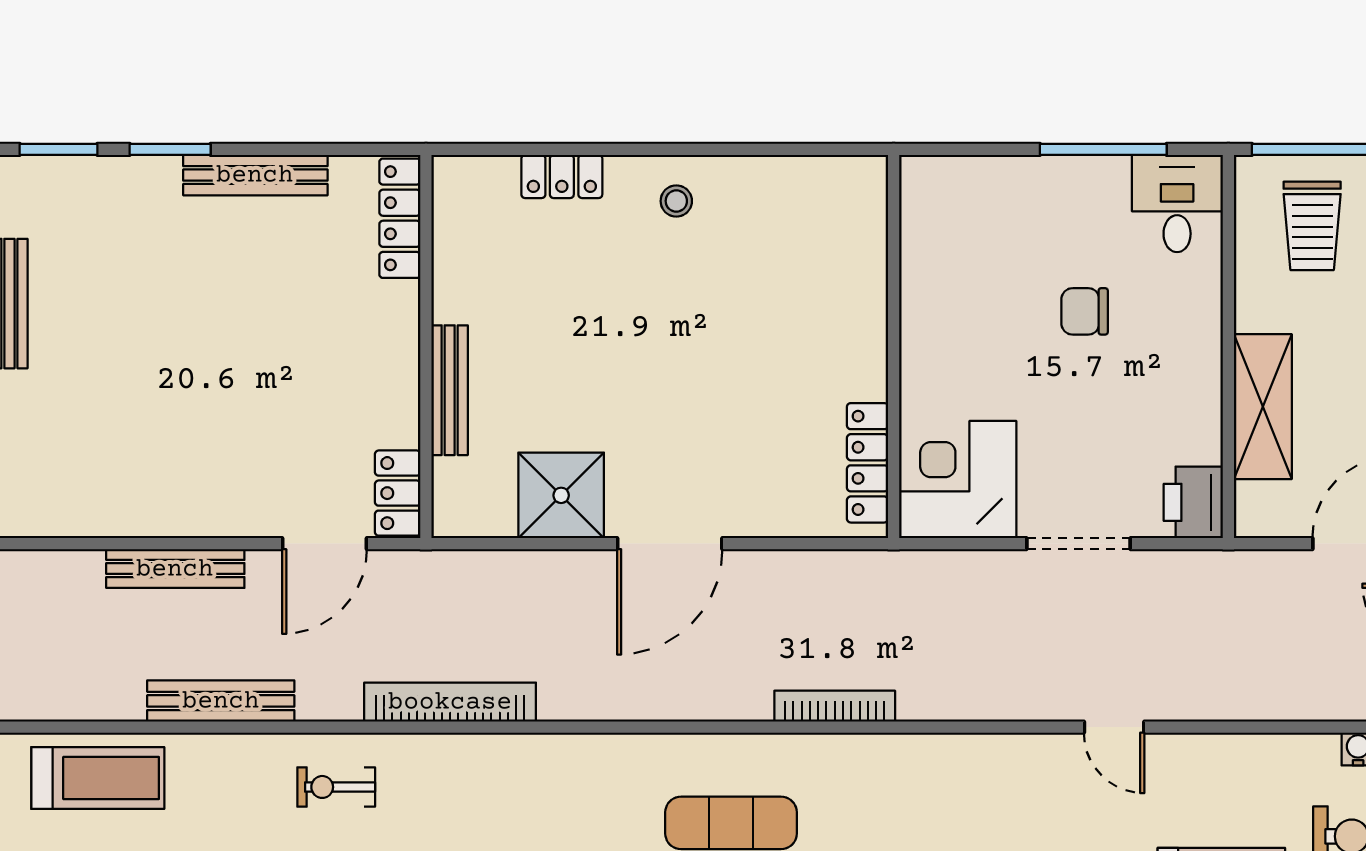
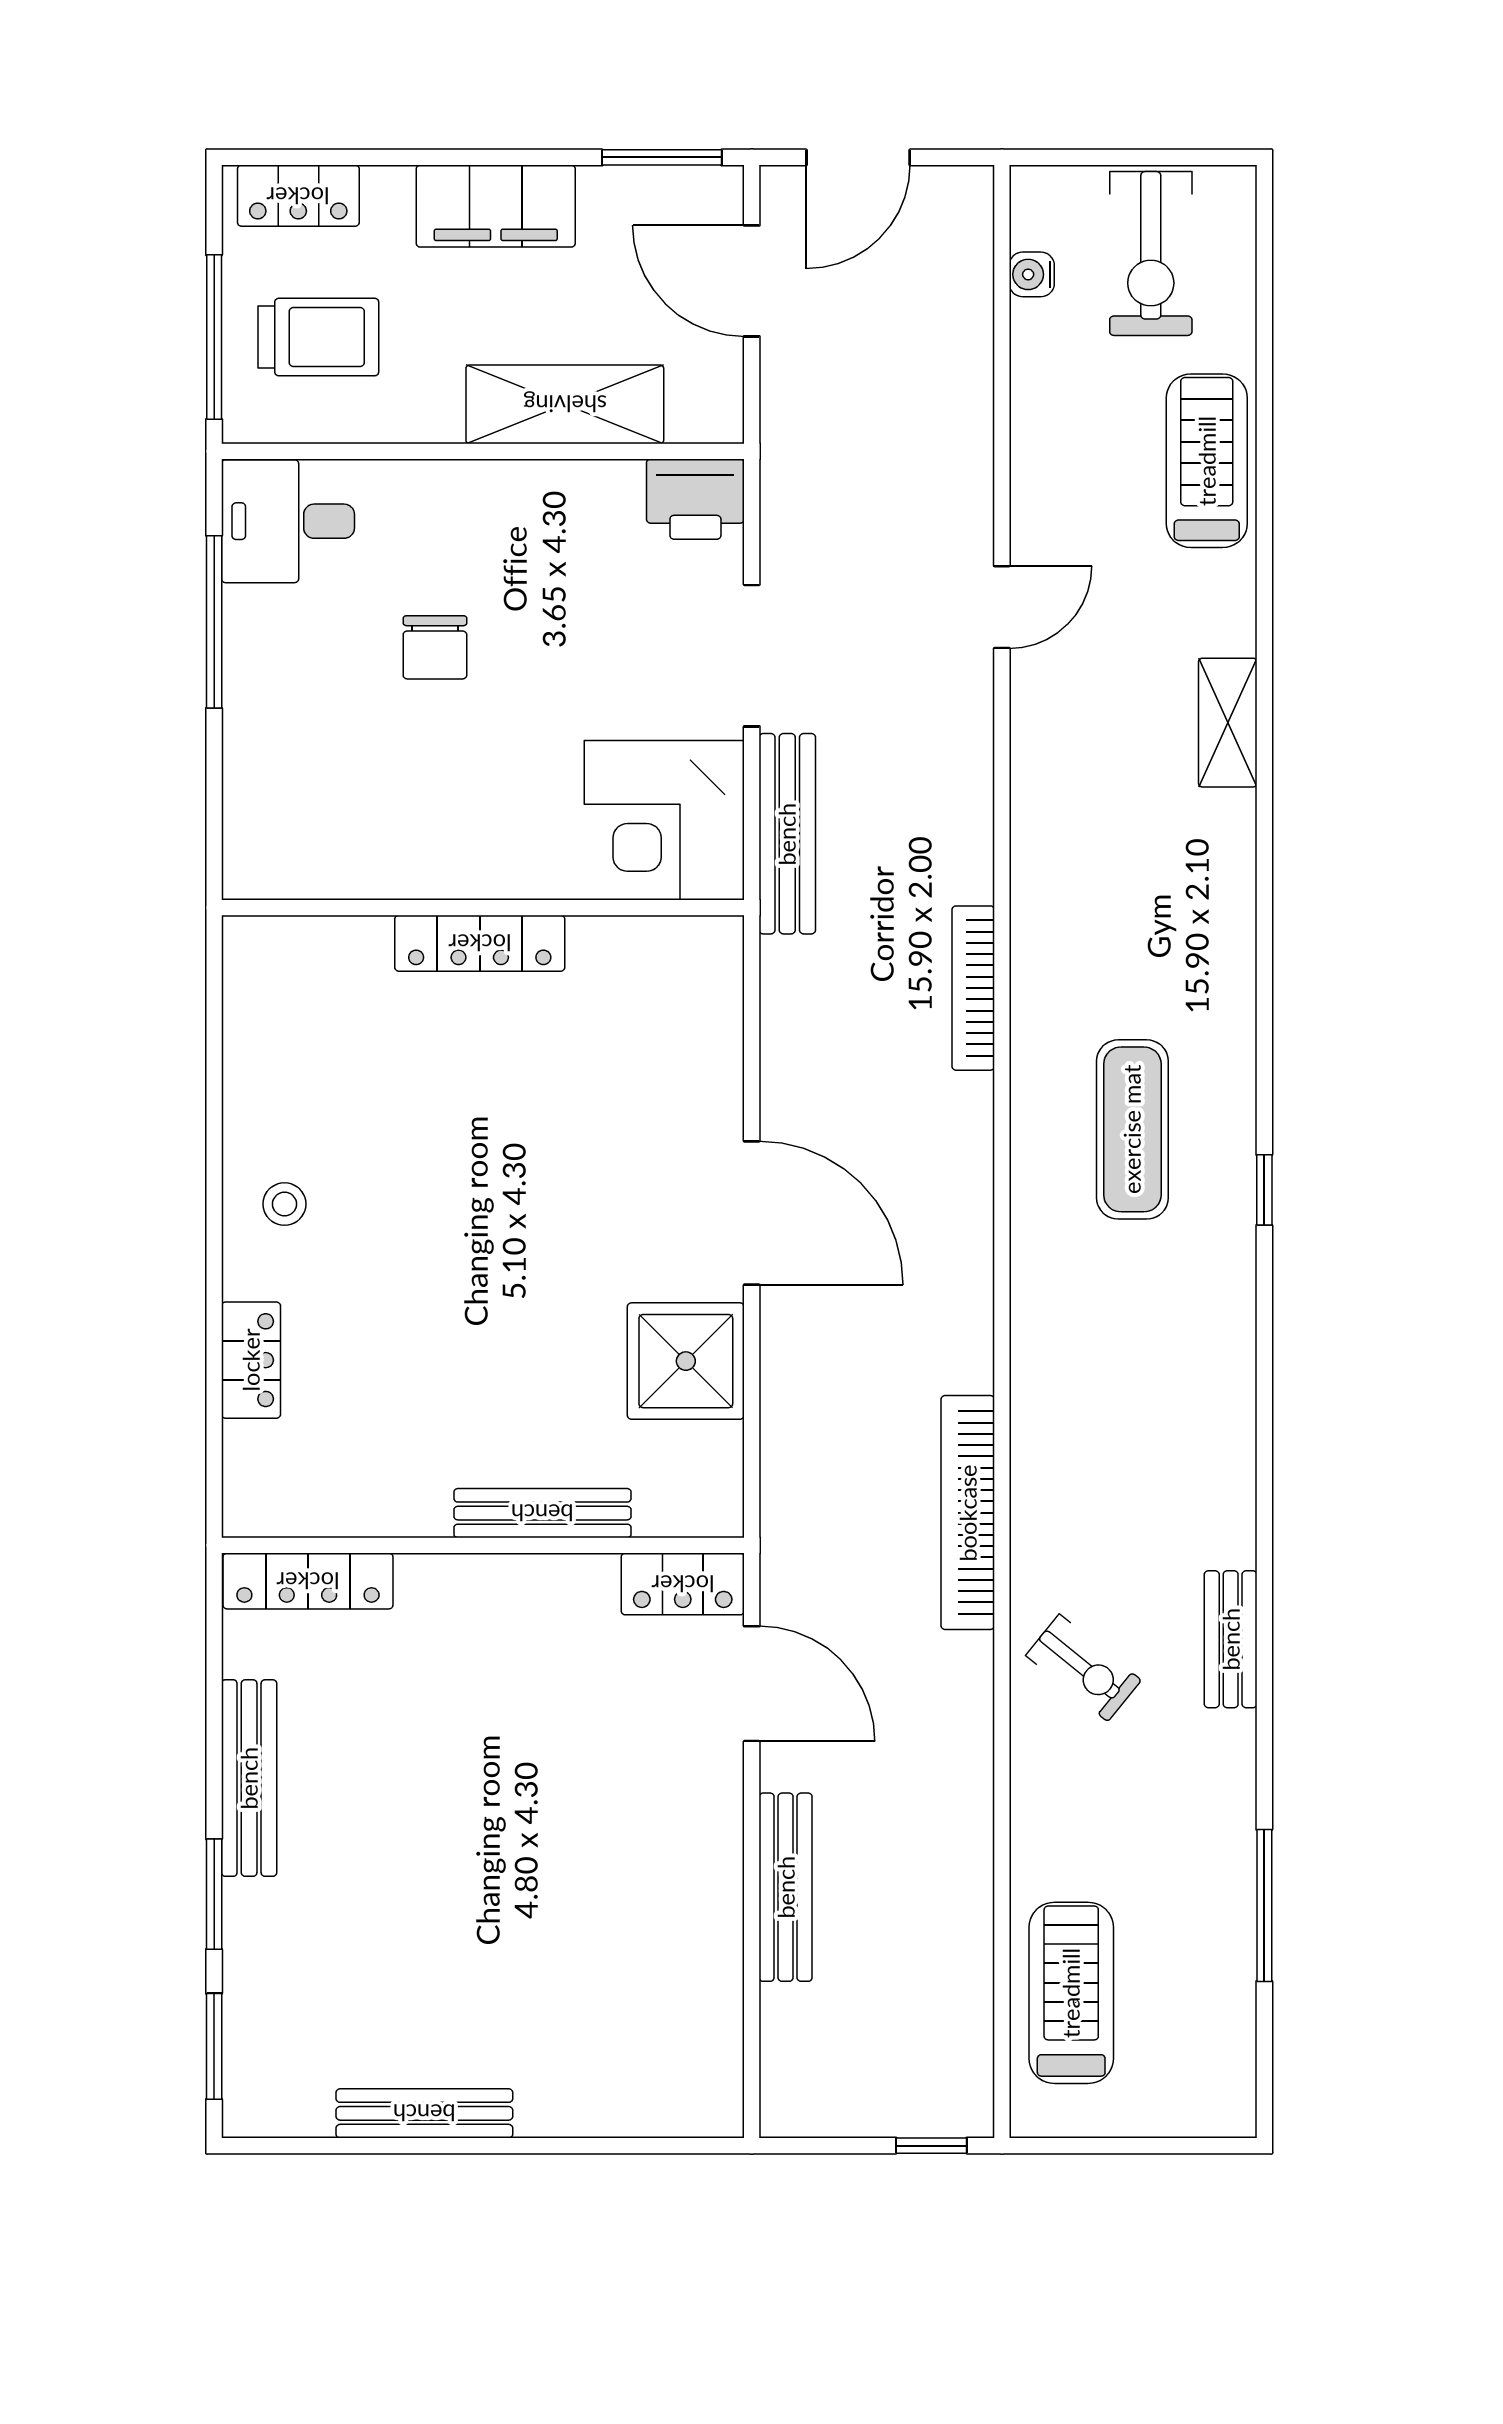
locker: (868, 463) -> (480, 943), moved
bench: (221, 701) -> (787, 834), moved
exercise bike: (336, 787) -> (1083, 1668), turned -51

